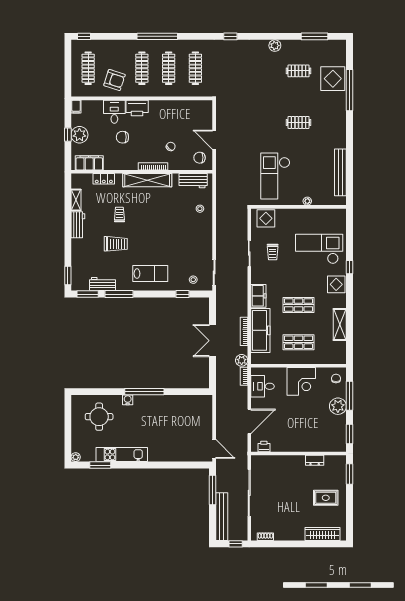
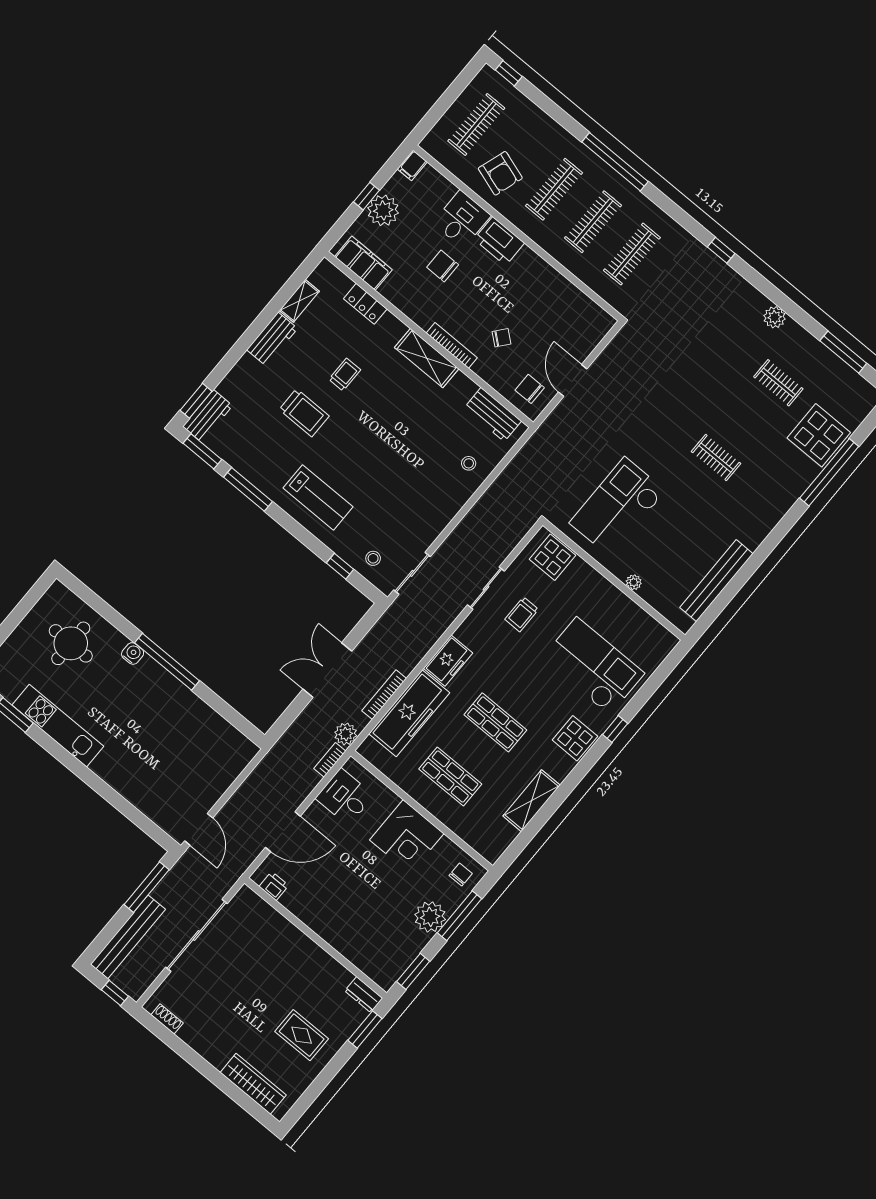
shelving: (147, 180) -> (427, 358), width x0.68
workbench: (103, 284) -> (208, 416), moved, turned 90
dresser: (315, 460) -> (364, 995), moved

